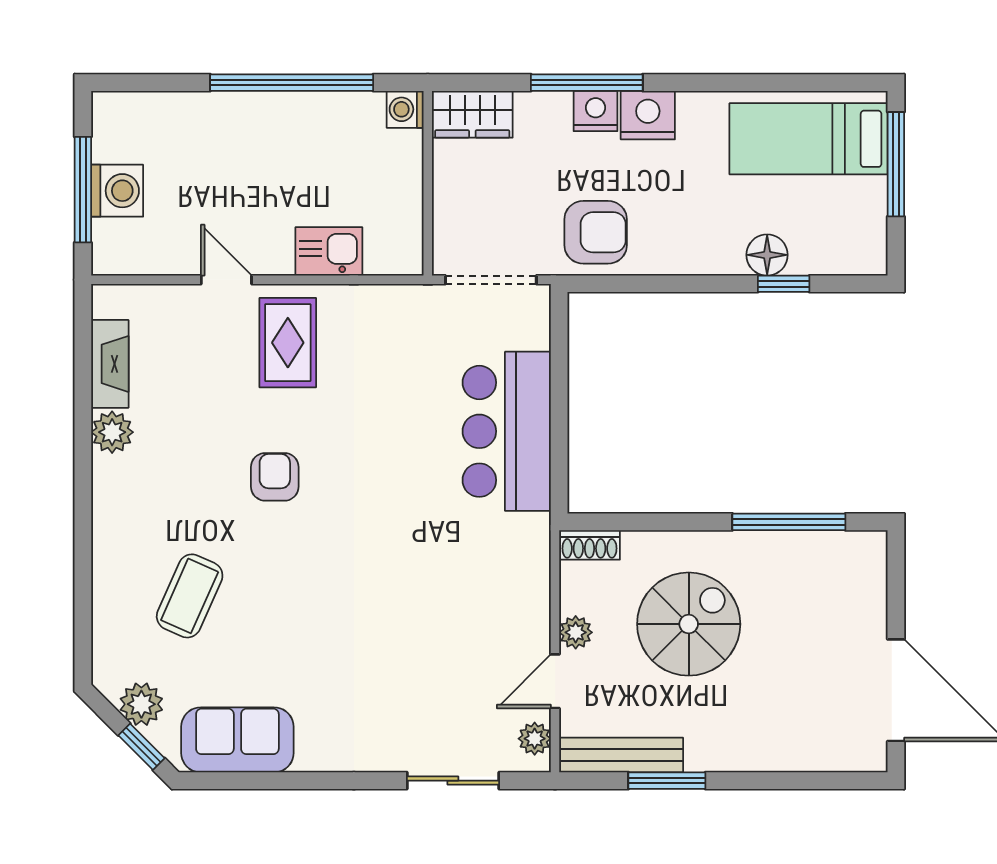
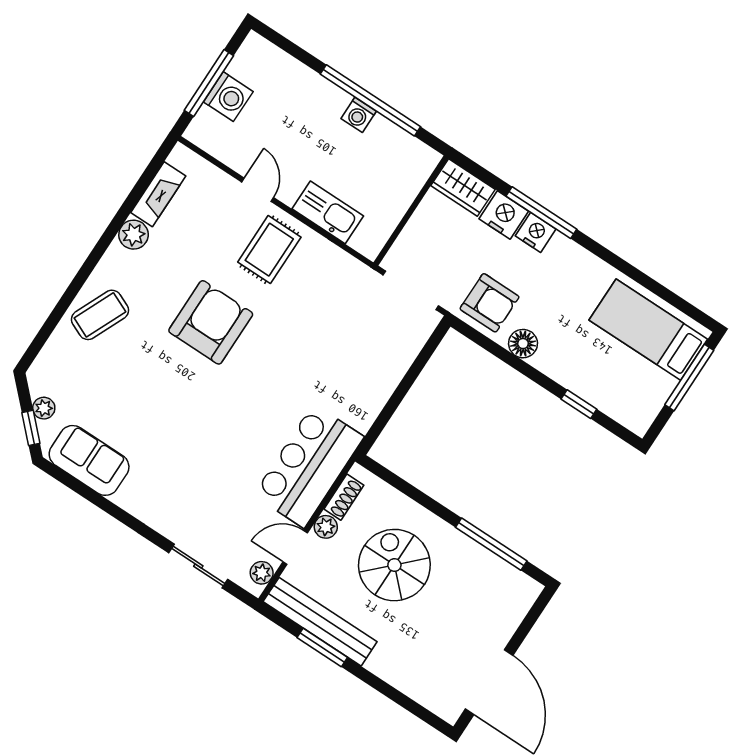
washing machine: (405, 109) -> (359, 115), moved, turned -90
nightstand: (648, 115) -> (504, 215), moved
kitchen sink: (329, 251) -> (328, 212), width x1.38
floor lamp: (767, 255) -> (523, 344), moved
bar counter: (507, 431) -> (309, 466), moved
armchair: (275, 477) -> (211, 322), width x1.88, depth x1.88
shoe rack: (590, 545) -> (344, 497), moved, turned -90
coffee table: (190, 596) -> (100, 315), moved
spiral stairs: (689, 624) -> (394, 565), turned -90
plant: (141, 704) -> (44, 408), width x0.73, depth x0.73
bench: (621, 755) -> (320, 622), width x1.37, depth x1.21

